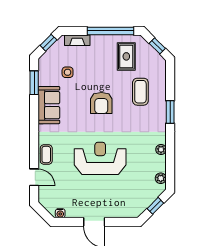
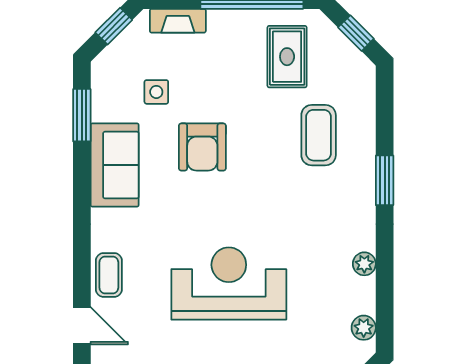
armchair: (101, 103) -> (202, 147), moved

